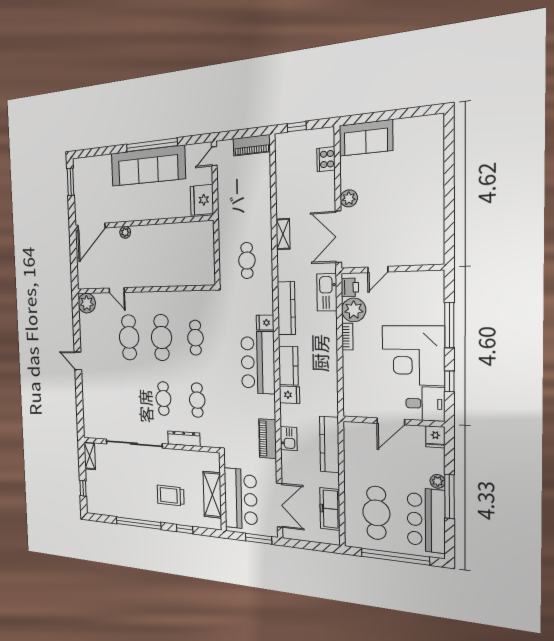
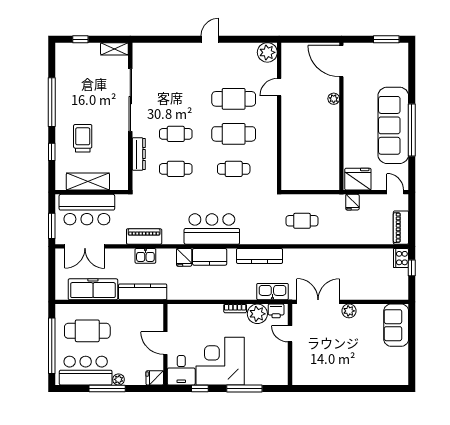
cooker: (326, 159) -> (401, 258), moved, turned -90
shelving: (283, 234) -> (323, 254), removed
fridge: (265, 323) -> (352, 202), moved, turned 180
freezer: (330, 509) -> (93, 289), width x1.36, depth x1.26

